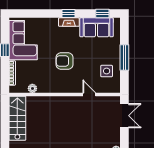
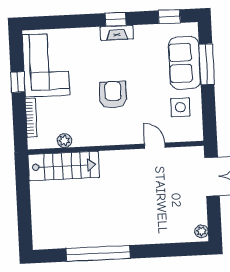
sofa: (96, 27) -> (185, 63), moved, turned 90
window: (124, 57) -> (207, 64), moved
armchair: (64, 61) -> (113, 95), turned 90
stairs: (17, 118) -> (64, 166), moved, turned 90

